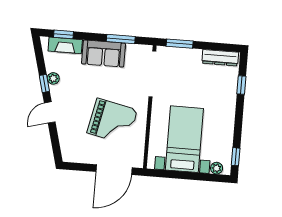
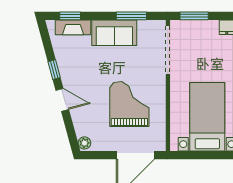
plant: (53, 78) -> (84, 143), moved
door: (50, 112) -> (62, 100), swing flipped
grand piano: (112, 121) -> (129, 104), turned -102

